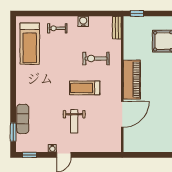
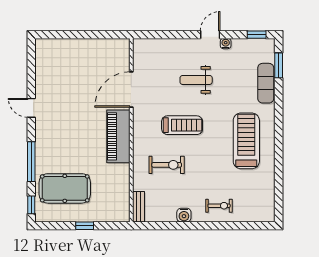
window: (137, 13) -> (85, 226), moved
treadmill: (30, 44) -> (246, 141), moved
weight bench: (74, 121) -> (196, 80), turned -90

